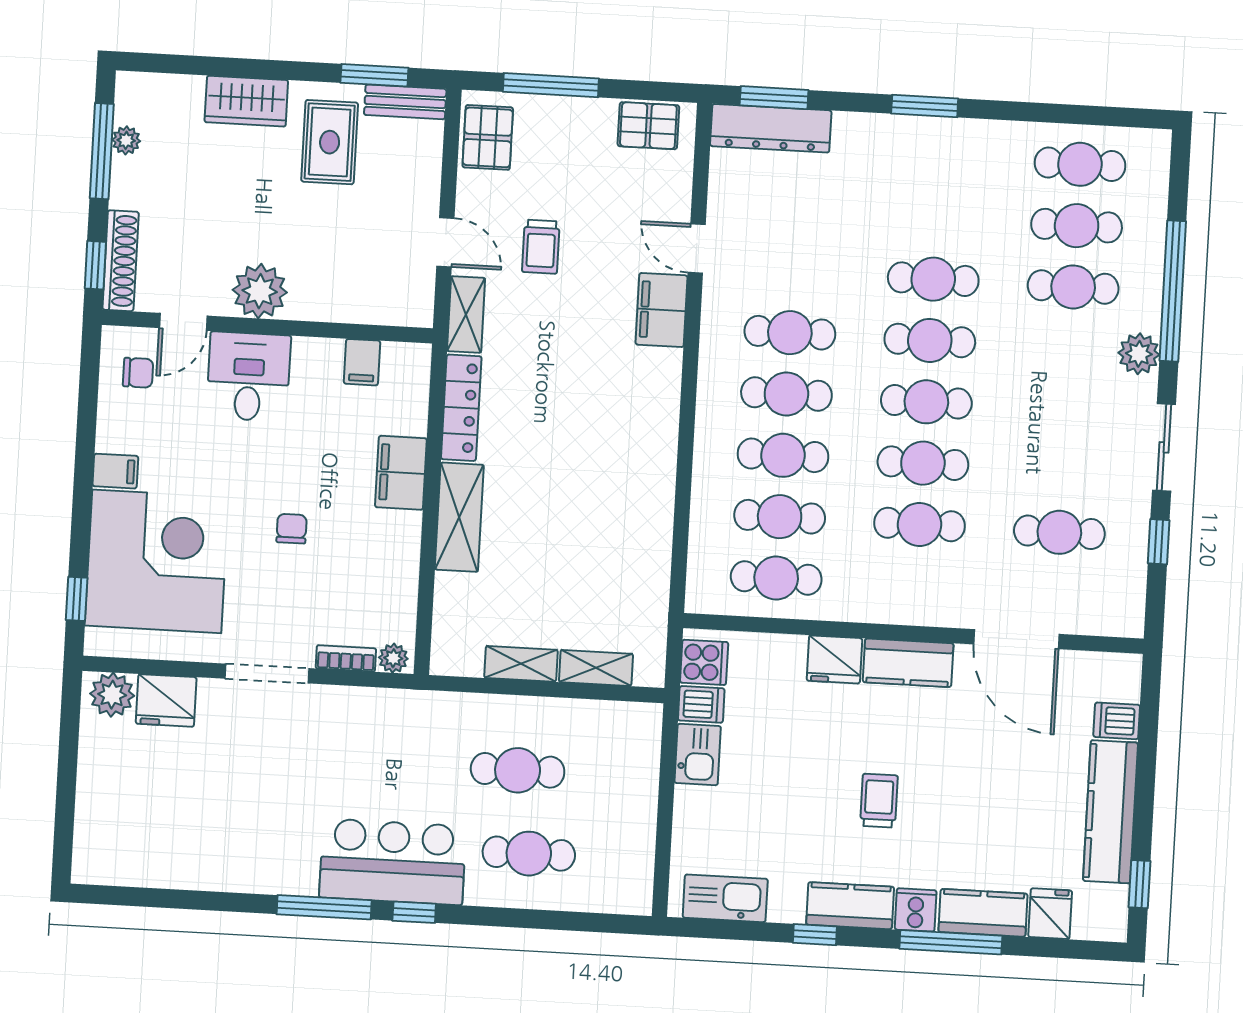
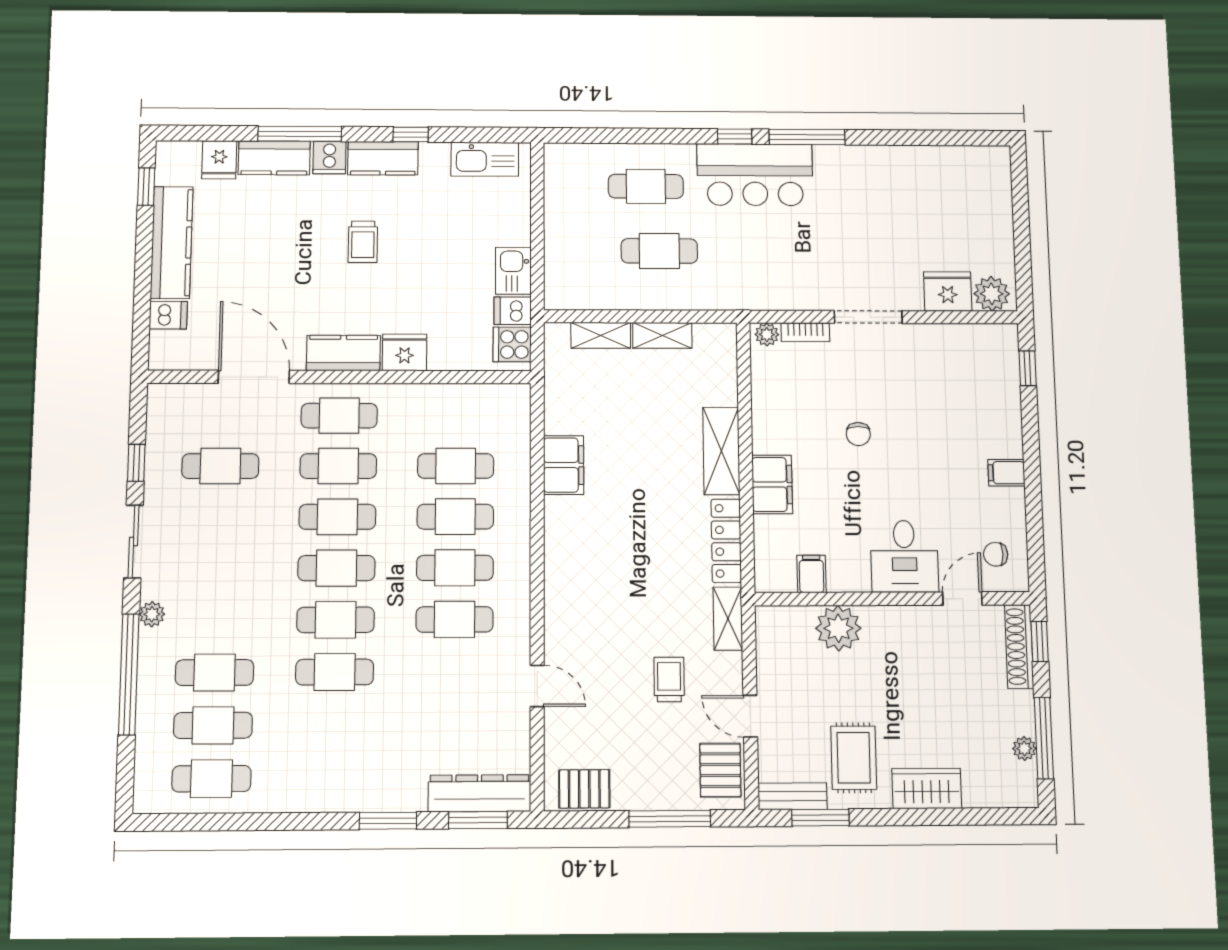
window: (925, 106) -> (388, 821), moved
door: (445, 242) -> (750, 716), moved
plant: (260, 291) -> (838, 628), moved
filing cabinet: (662, 310) -> (564, 465), moved
plant: (1139, 354) -> (152, 614), width x0.73, depth x0.73
corner desk: (157, 561) -> (966, 402), removed
cafe table: (776, 578) -> (339, 416), moved

